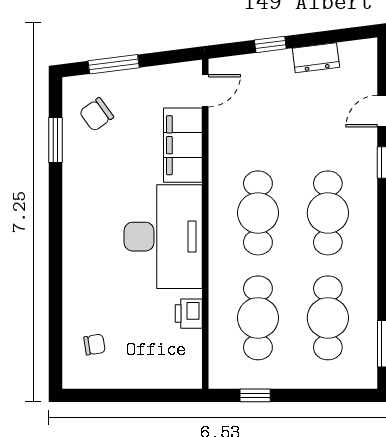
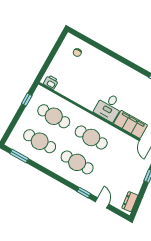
dresser: (316, 58) -> (130, 202), moved
desk: (163, 237) -> (109, 107), width x0.53, depth x0.77
printer: (189, 314) -> (51, 82), moved

